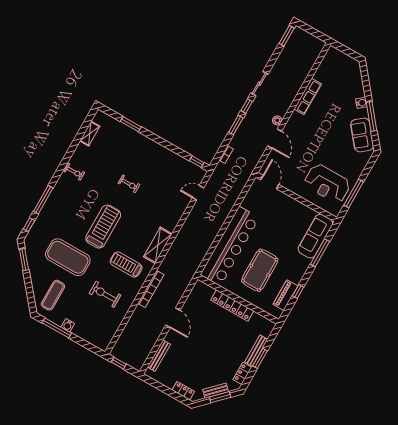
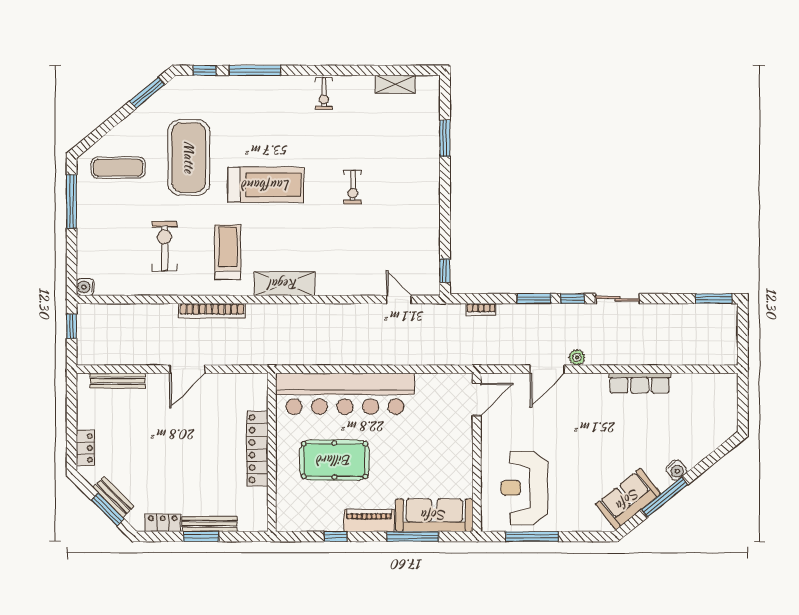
piano: (285, 295) -> (369, 521), moved
water cooler: (68, 325) -> (85, 287), moved

